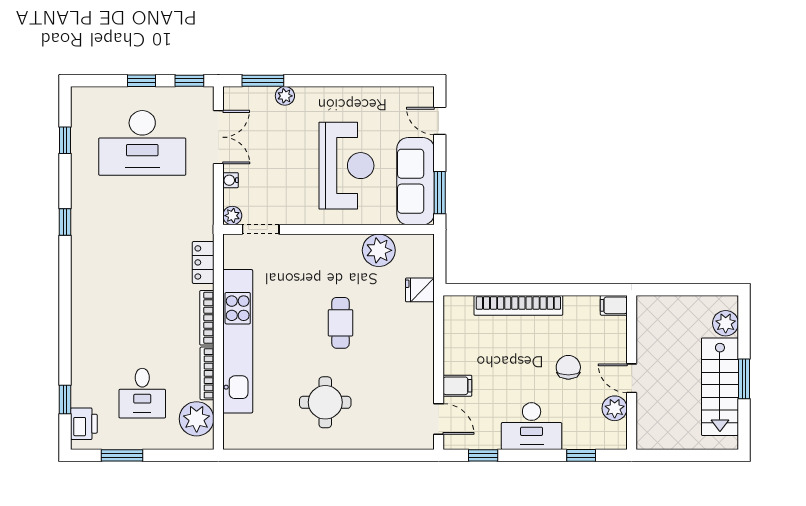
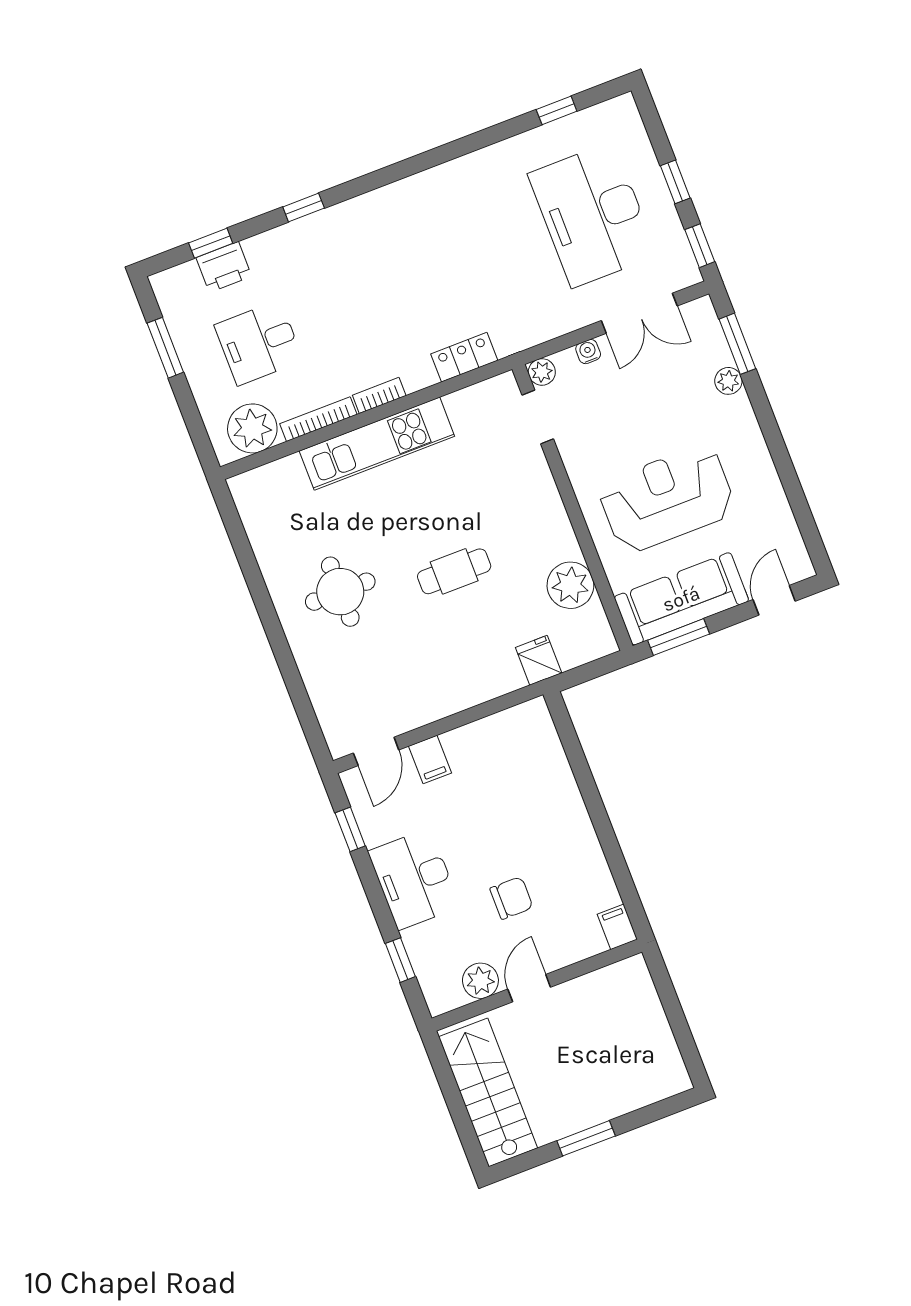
reception desk: (346, 166) -> (667, 499), turned 180
window: (65, 222) -> (304, 208), moved
bookcase: (518, 305) -> (568, 800), removed
bookcase: (207, 318) -> (379, 395), width x0.64
plant: (726, 323) -> (651, 1085), removed
kitchen unit: (238, 341) -> (377, 444), width x0.73
stairs: (720, 387) -> (488, 1092), moved, turned 90
printer: (84, 424) -> (224, 267), moved

